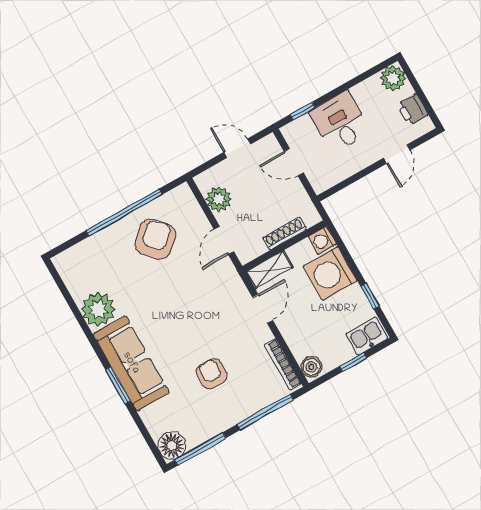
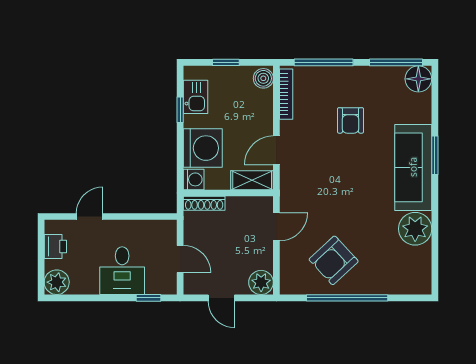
plant: (219, 199) -> (261, 282), moved
shoe rack: (285, 234) -> (204, 203), moved
kitchen sink: (367, 336) -> (196, 97), moved, turned -90

